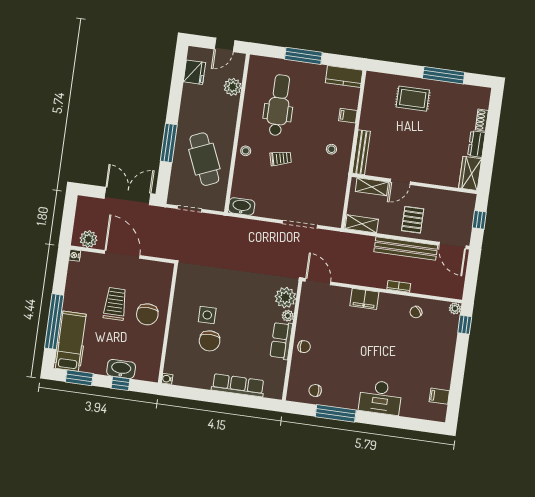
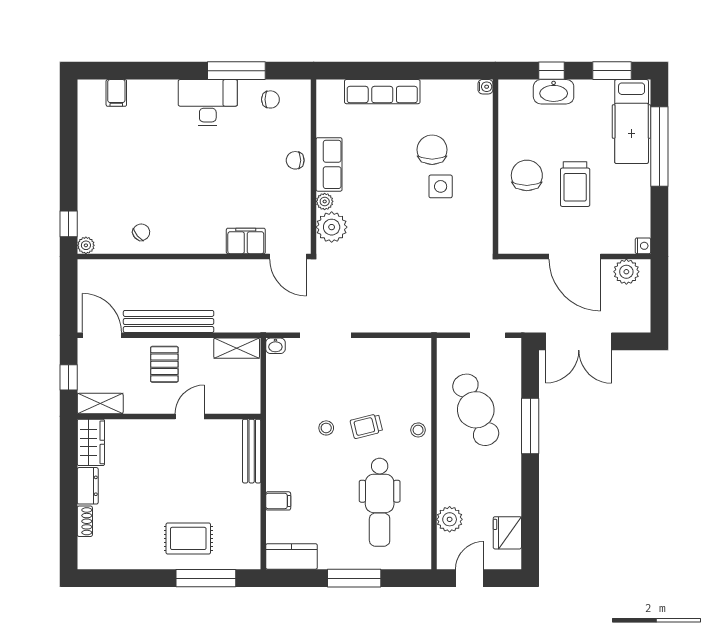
window: (444, 75) -> (206, 578), moved
stool: (331, 149) -> (326, 428), moved
shelving: (372, 187) -> (100, 403), moved
washbasin: (241, 206) -> (275, 346), moved, width x0.52, depth x0.69
bookcase: (399, 286) -> (171, 266), removed
filing cabinet: (364, 299) -> (246, 241), moved
filing cabinet: (439, 396) -> (116, 93), moved, turned 90
desk: (380, 397) -> (208, 103), moved

